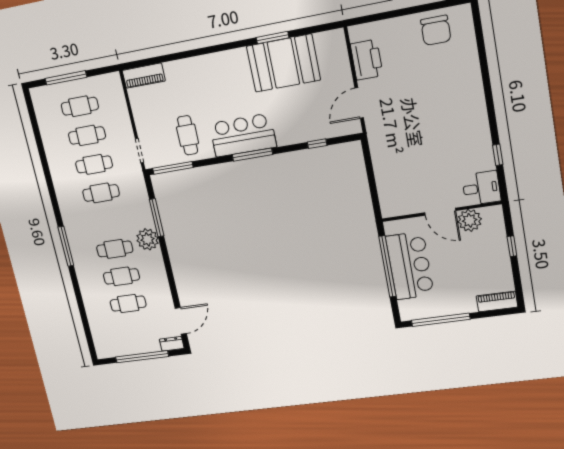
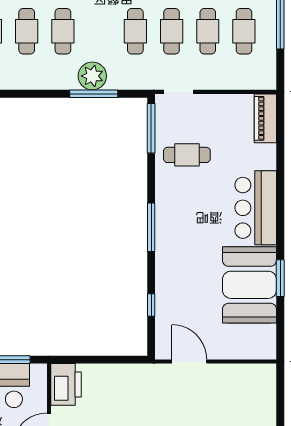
printer: (367, 60) -> (66, 384), moved, turned -90
bar counter: (243, 135) -> (256, 208), moved, turned 180
plant: (148, 239) -> (92, 76), moved

